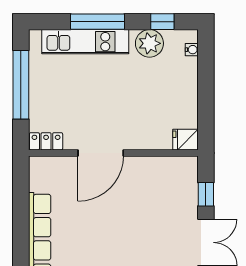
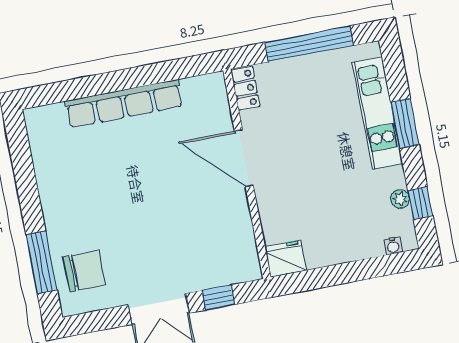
window: (98, 22) -> (405, 123), width x0.69
plant: (149, 43) -> (400, 199), width x0.53, depth x0.53
fridge: (185, 140) -> (286, 259), width x1.38

